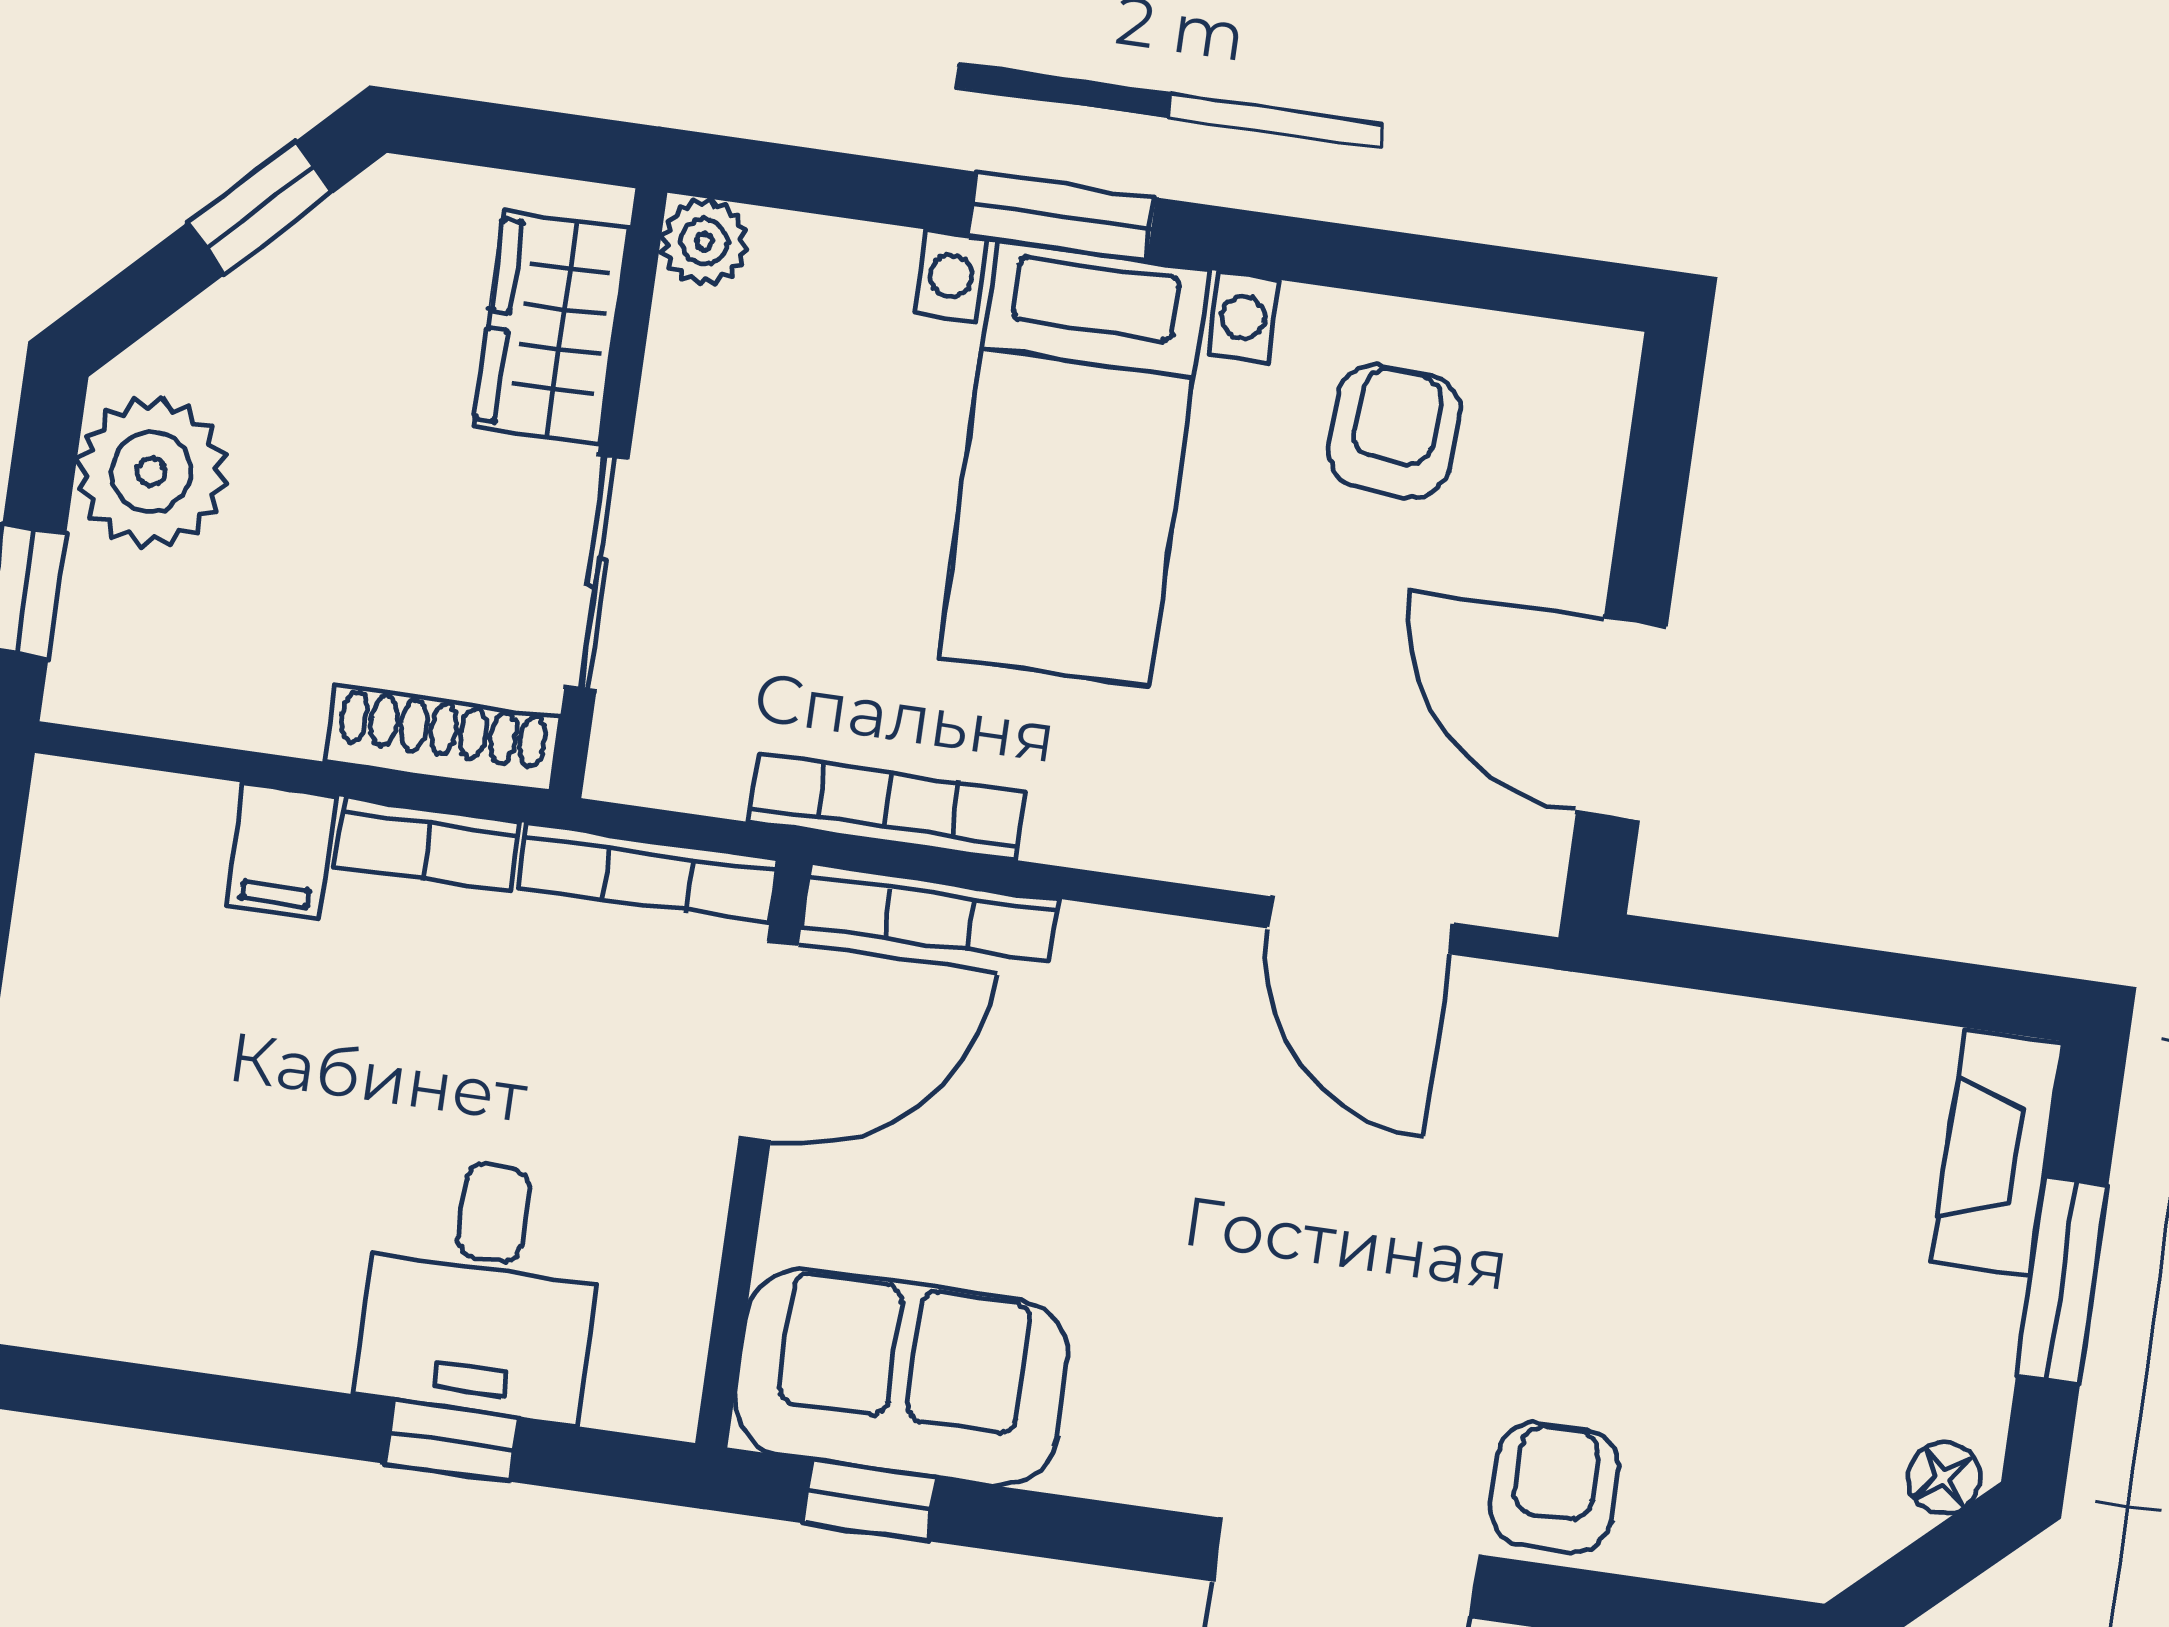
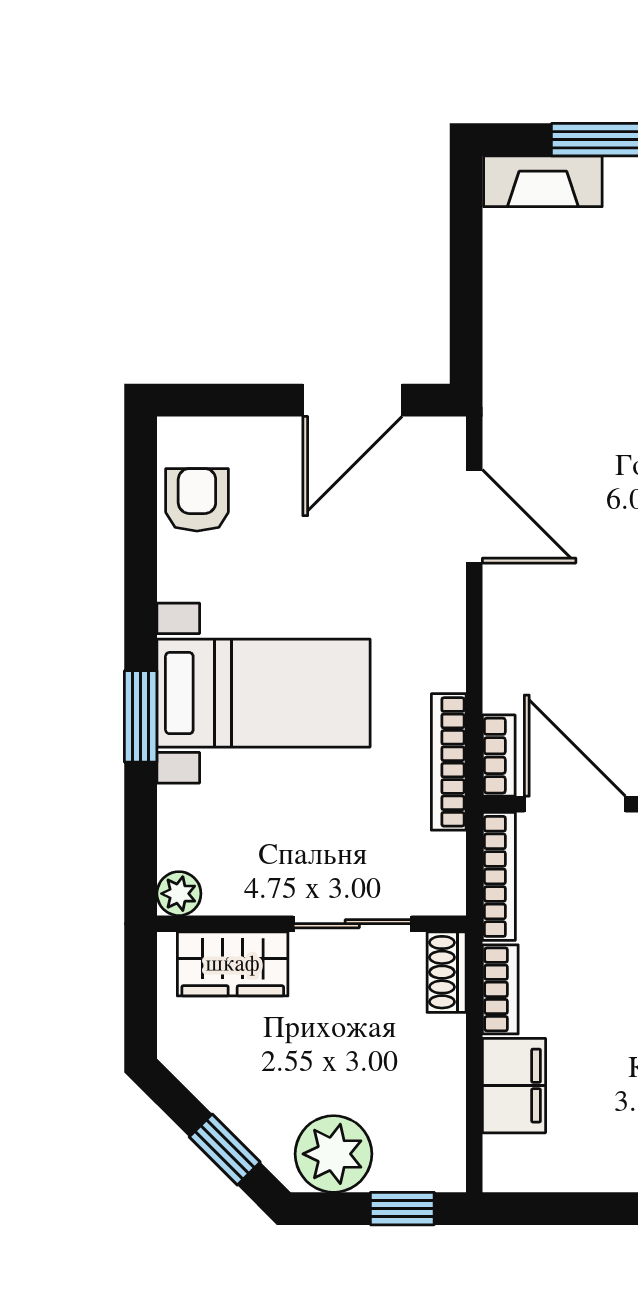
window: (260, 208) -> (225, 1150), moved
armchair: (1394, 431) -> (197, 500), moved, turned 86
shoe rack: (442, 739) -> (447, 972), width x0.70
filing cabinet: (281, 851) -> (514, 1086), width x2.00
bookcase: (930, 913) -> (499, 756), width x0.64
door: (1360, 925) -> (474, 516), hinge flipped

